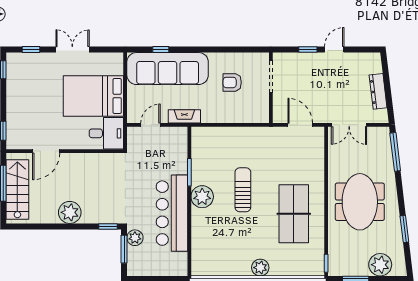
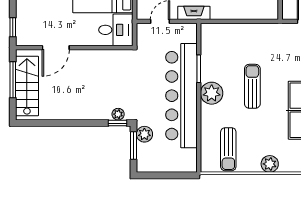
plant: (70, 212) -> (118, 114), moved, width x0.53, depth x0.53
bar counter: (172, 213) -> (181, 96), width x1.36
sun lounger: (219, 253) -> (228, 149), added

